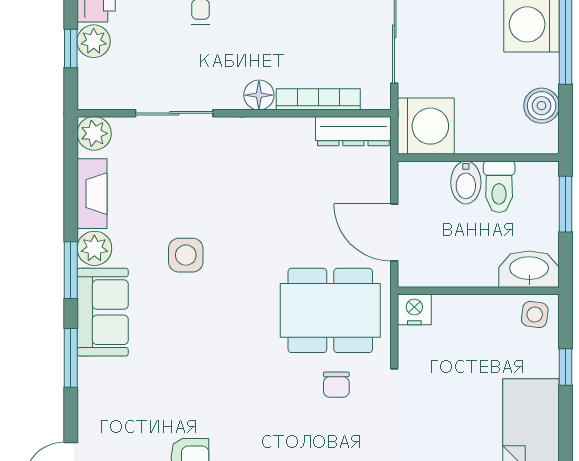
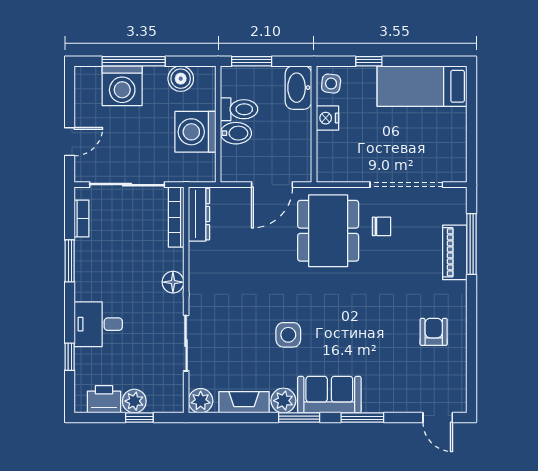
bookcase: (318, 99) -> (176, 217), moved
washing machine: (426, 126) -> (195, 132), moved, turned -90
nightstand: (414, 309) -> (327, 118), moved

